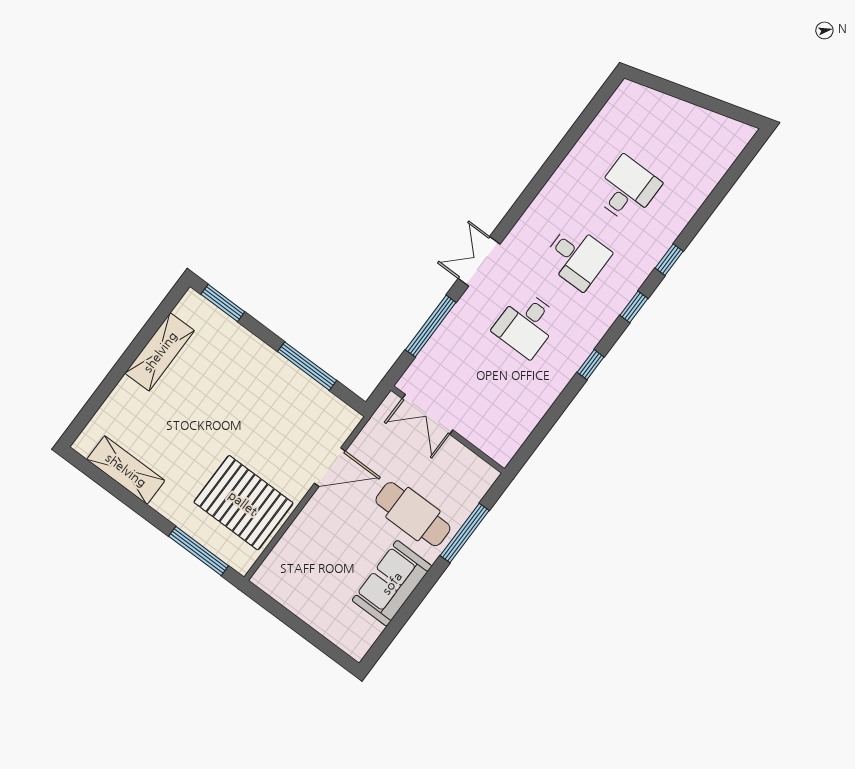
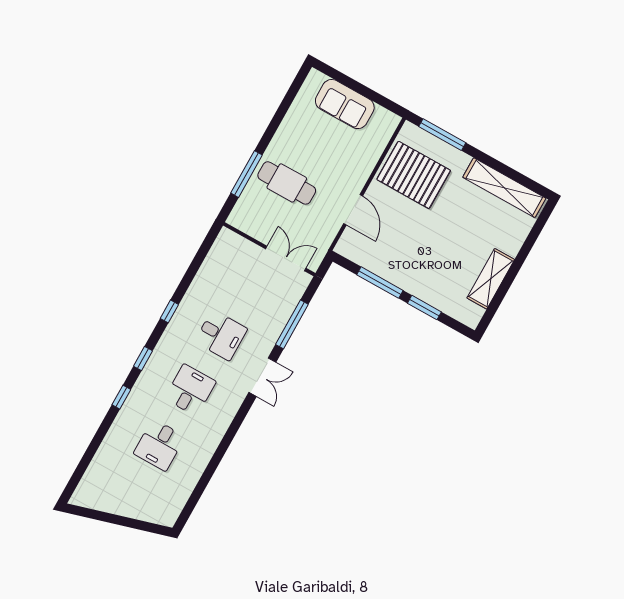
desk: (577, 257) -> (190, 390), turned 90
window: (223, 303) -> (424, 308), moved
desk: (526, 324) -> (221, 335), turned 90
door: (330, 467) -> (353, 210), swing flipped
shelving: (126, 470) -> (504, 188), width x1.47
sofa: (392, 583) -> (345, 104), moved, turned 90

